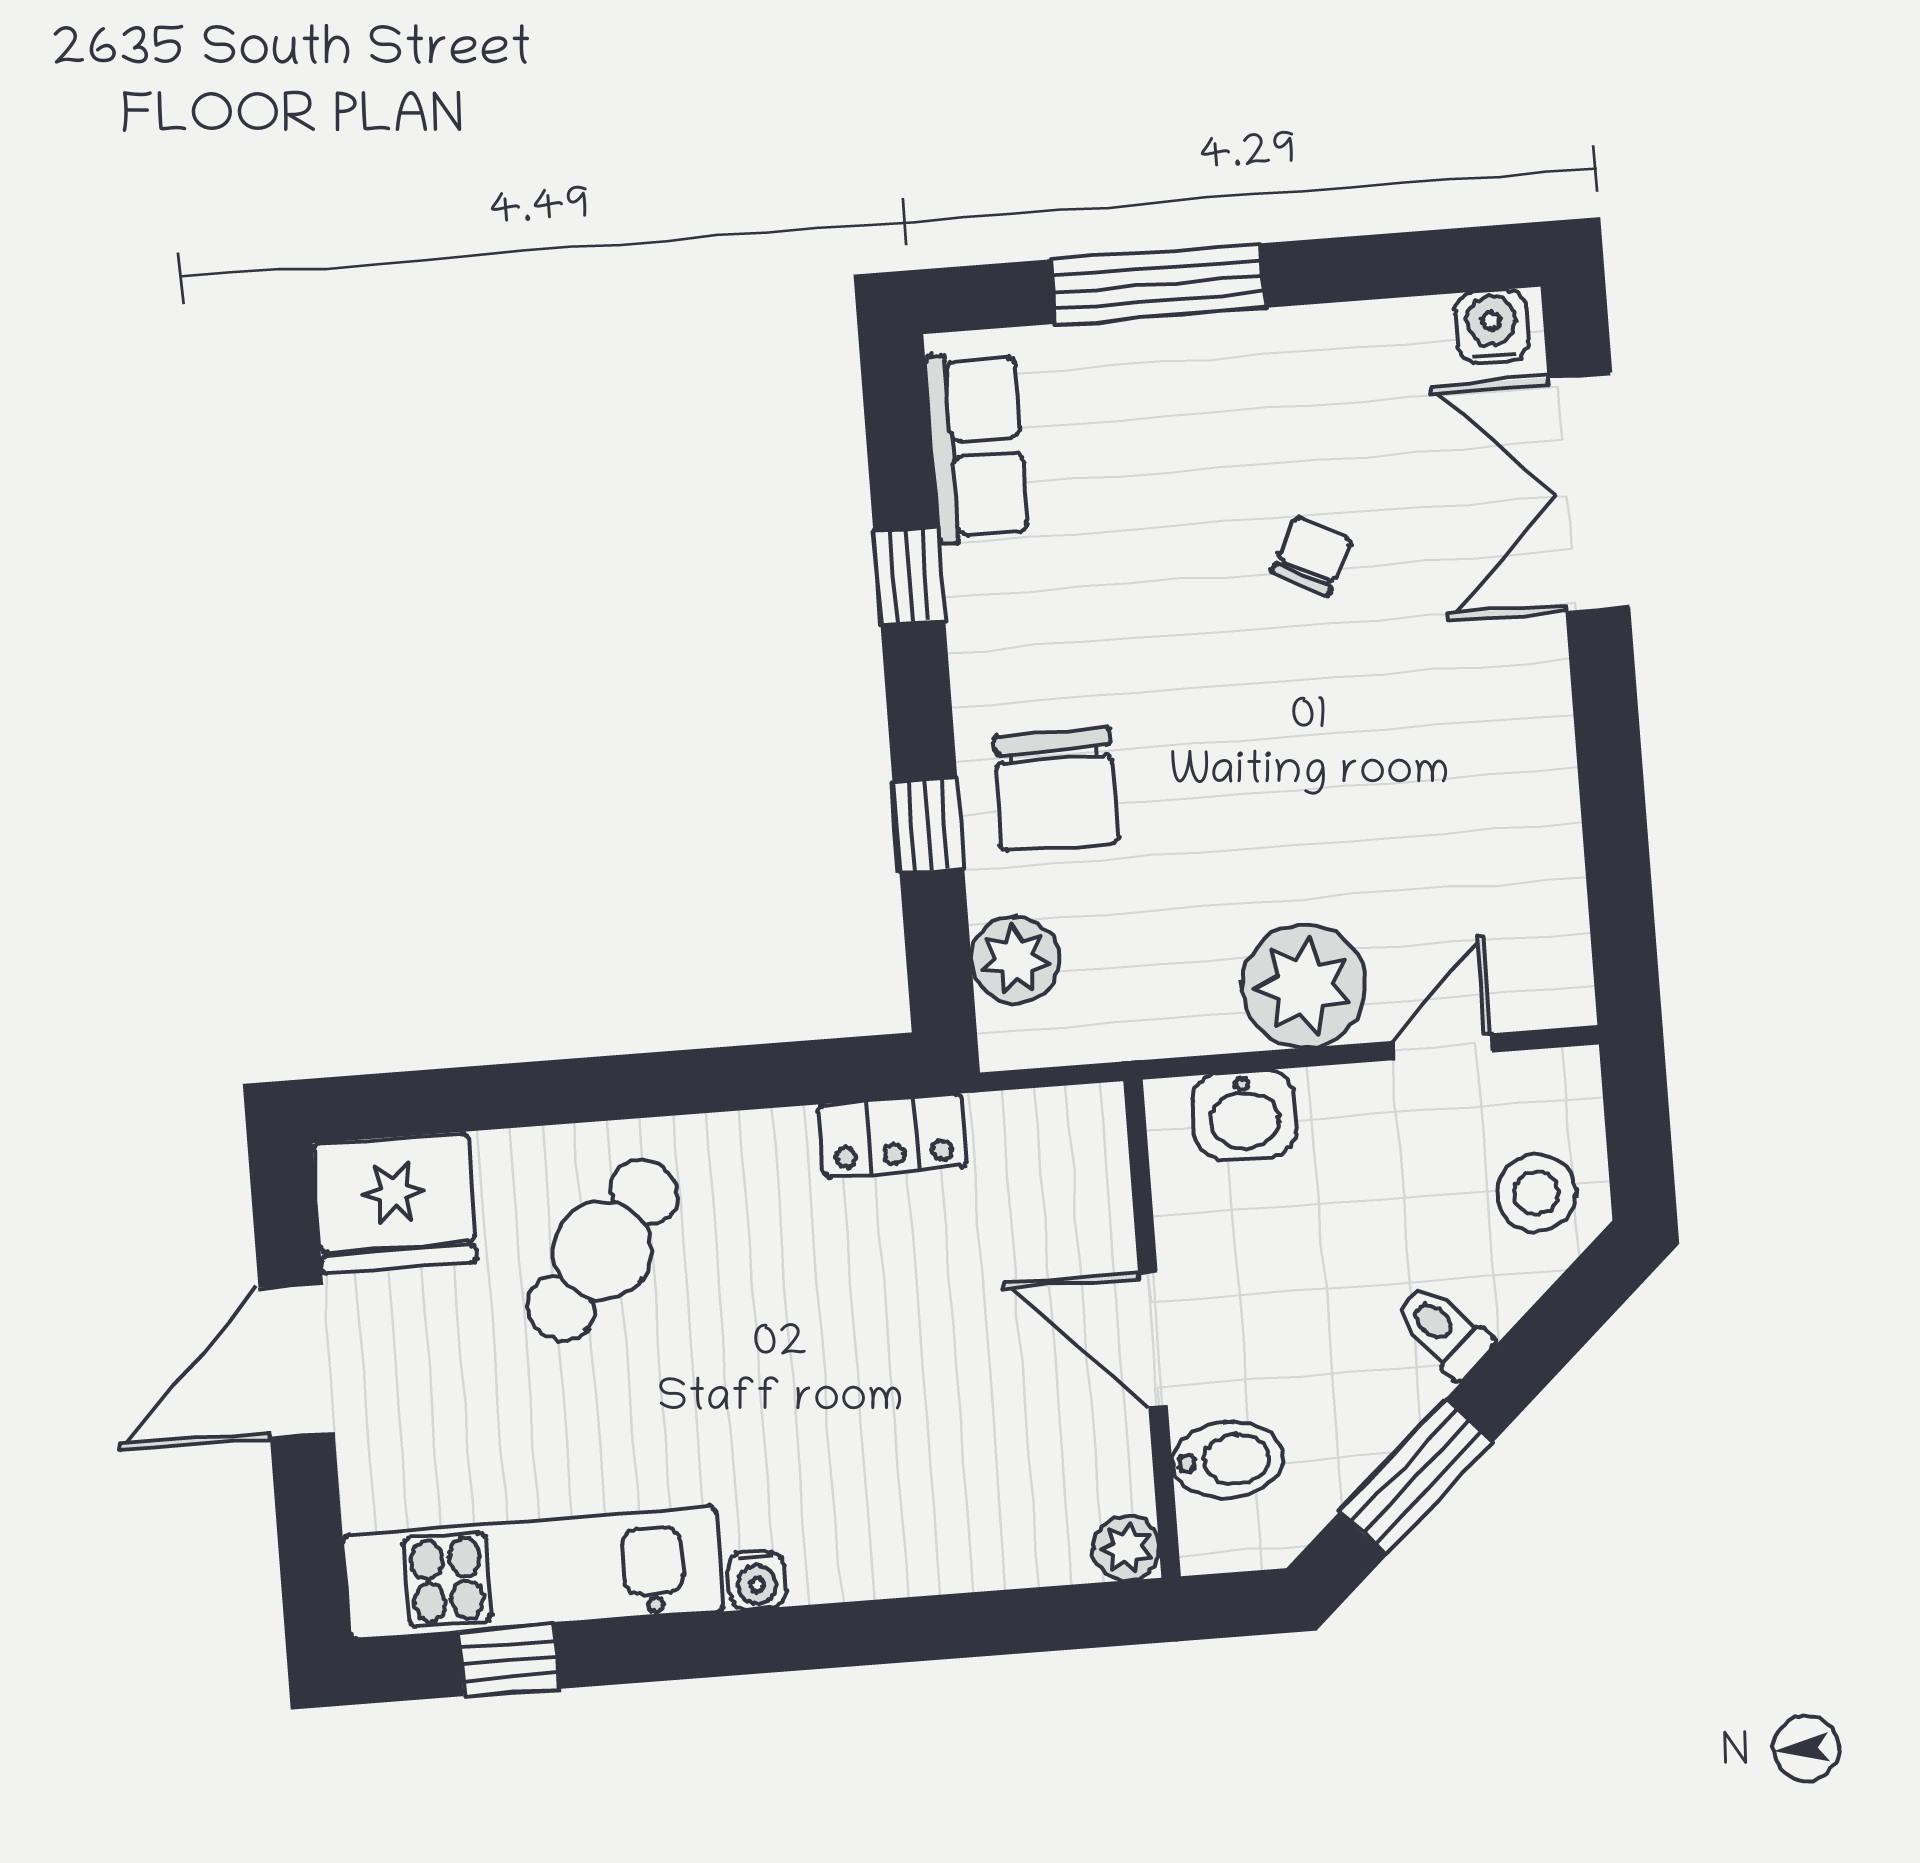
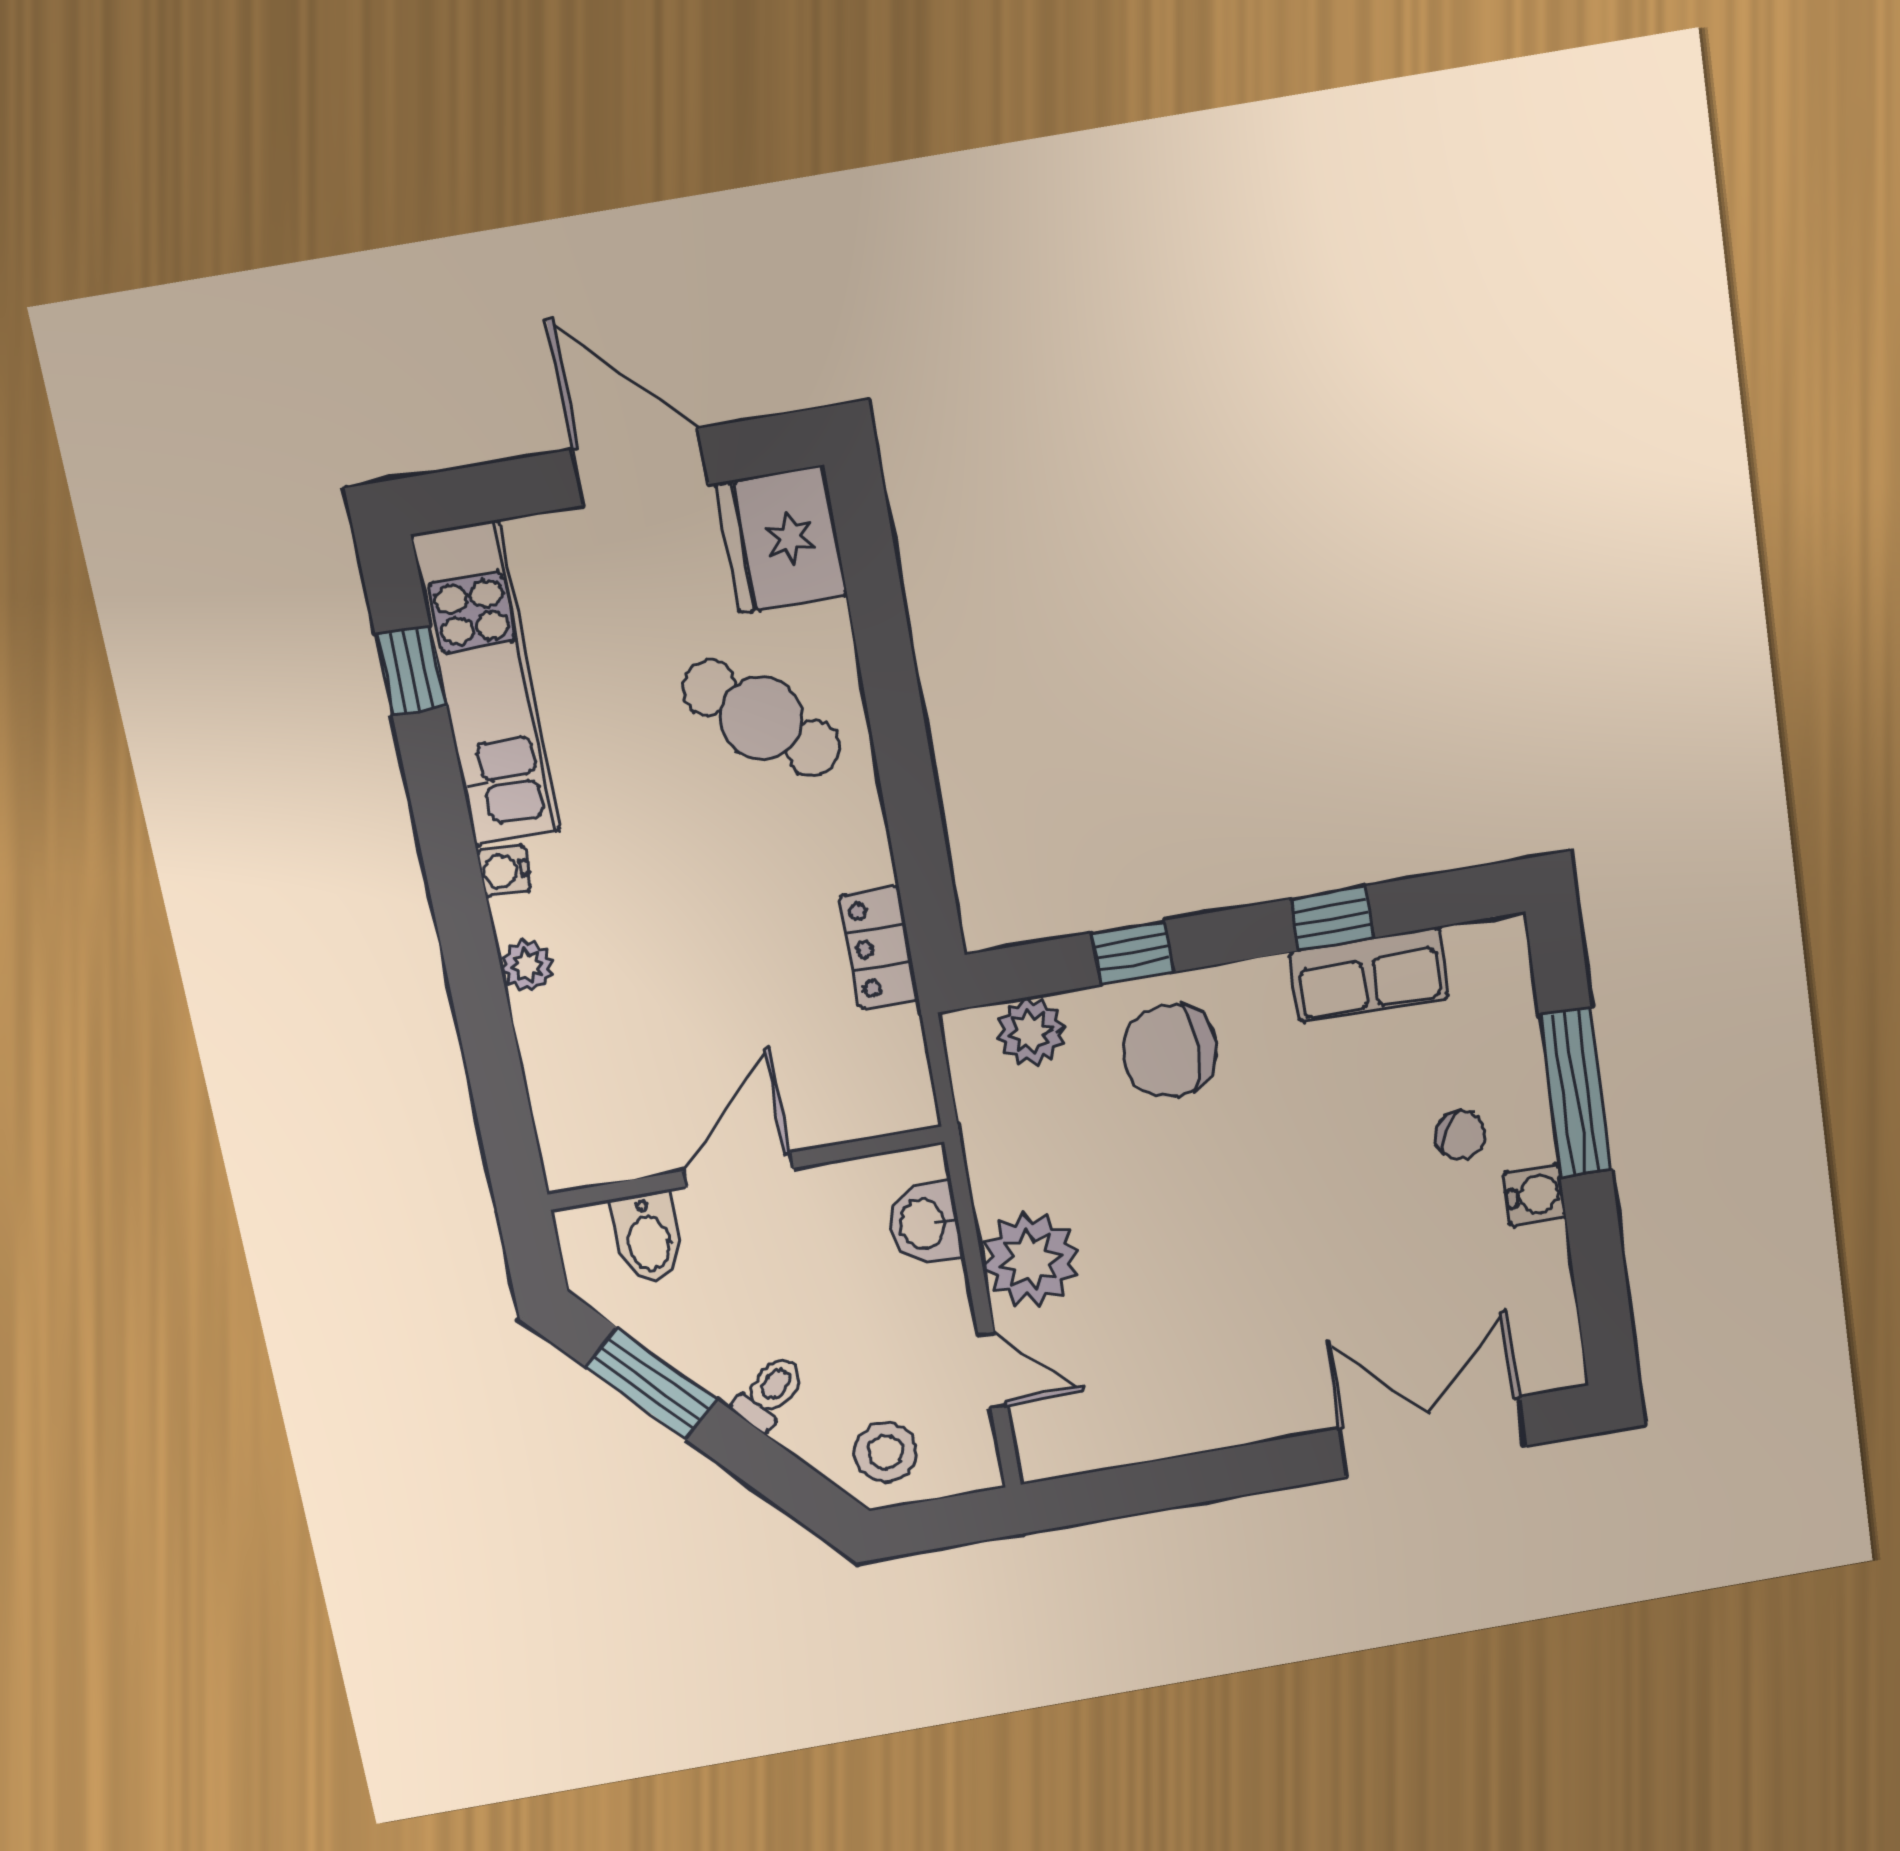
water cooler: (1492, 326) -> (1535, 1195), moved
row of seats: (977, 447) -> (1369, 975), moved
chair: (1312, 556) -> (1461, 1135), moved
plant: (1126, 1548) -> (527, 966), moved

